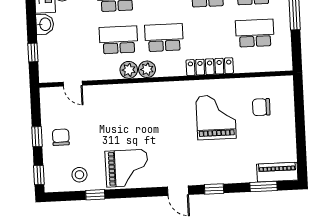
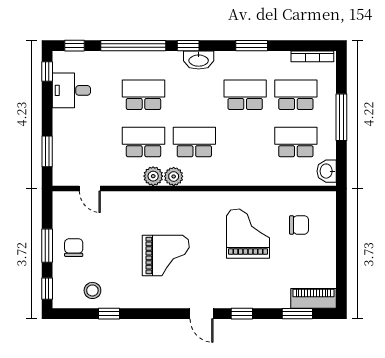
washbasin: (45, 24) -> (327, 171), moved, turned 180
window: (33, 52) -> (47, 151), width x1.50
locker: (210, 67) -> (244, 177), removed
chair: (261, 107) -> (299, 225), turned 180
window: (37, 137) -> (47, 246), width x1.50
grand piano: (127, 168) -> (166, 256), moved

